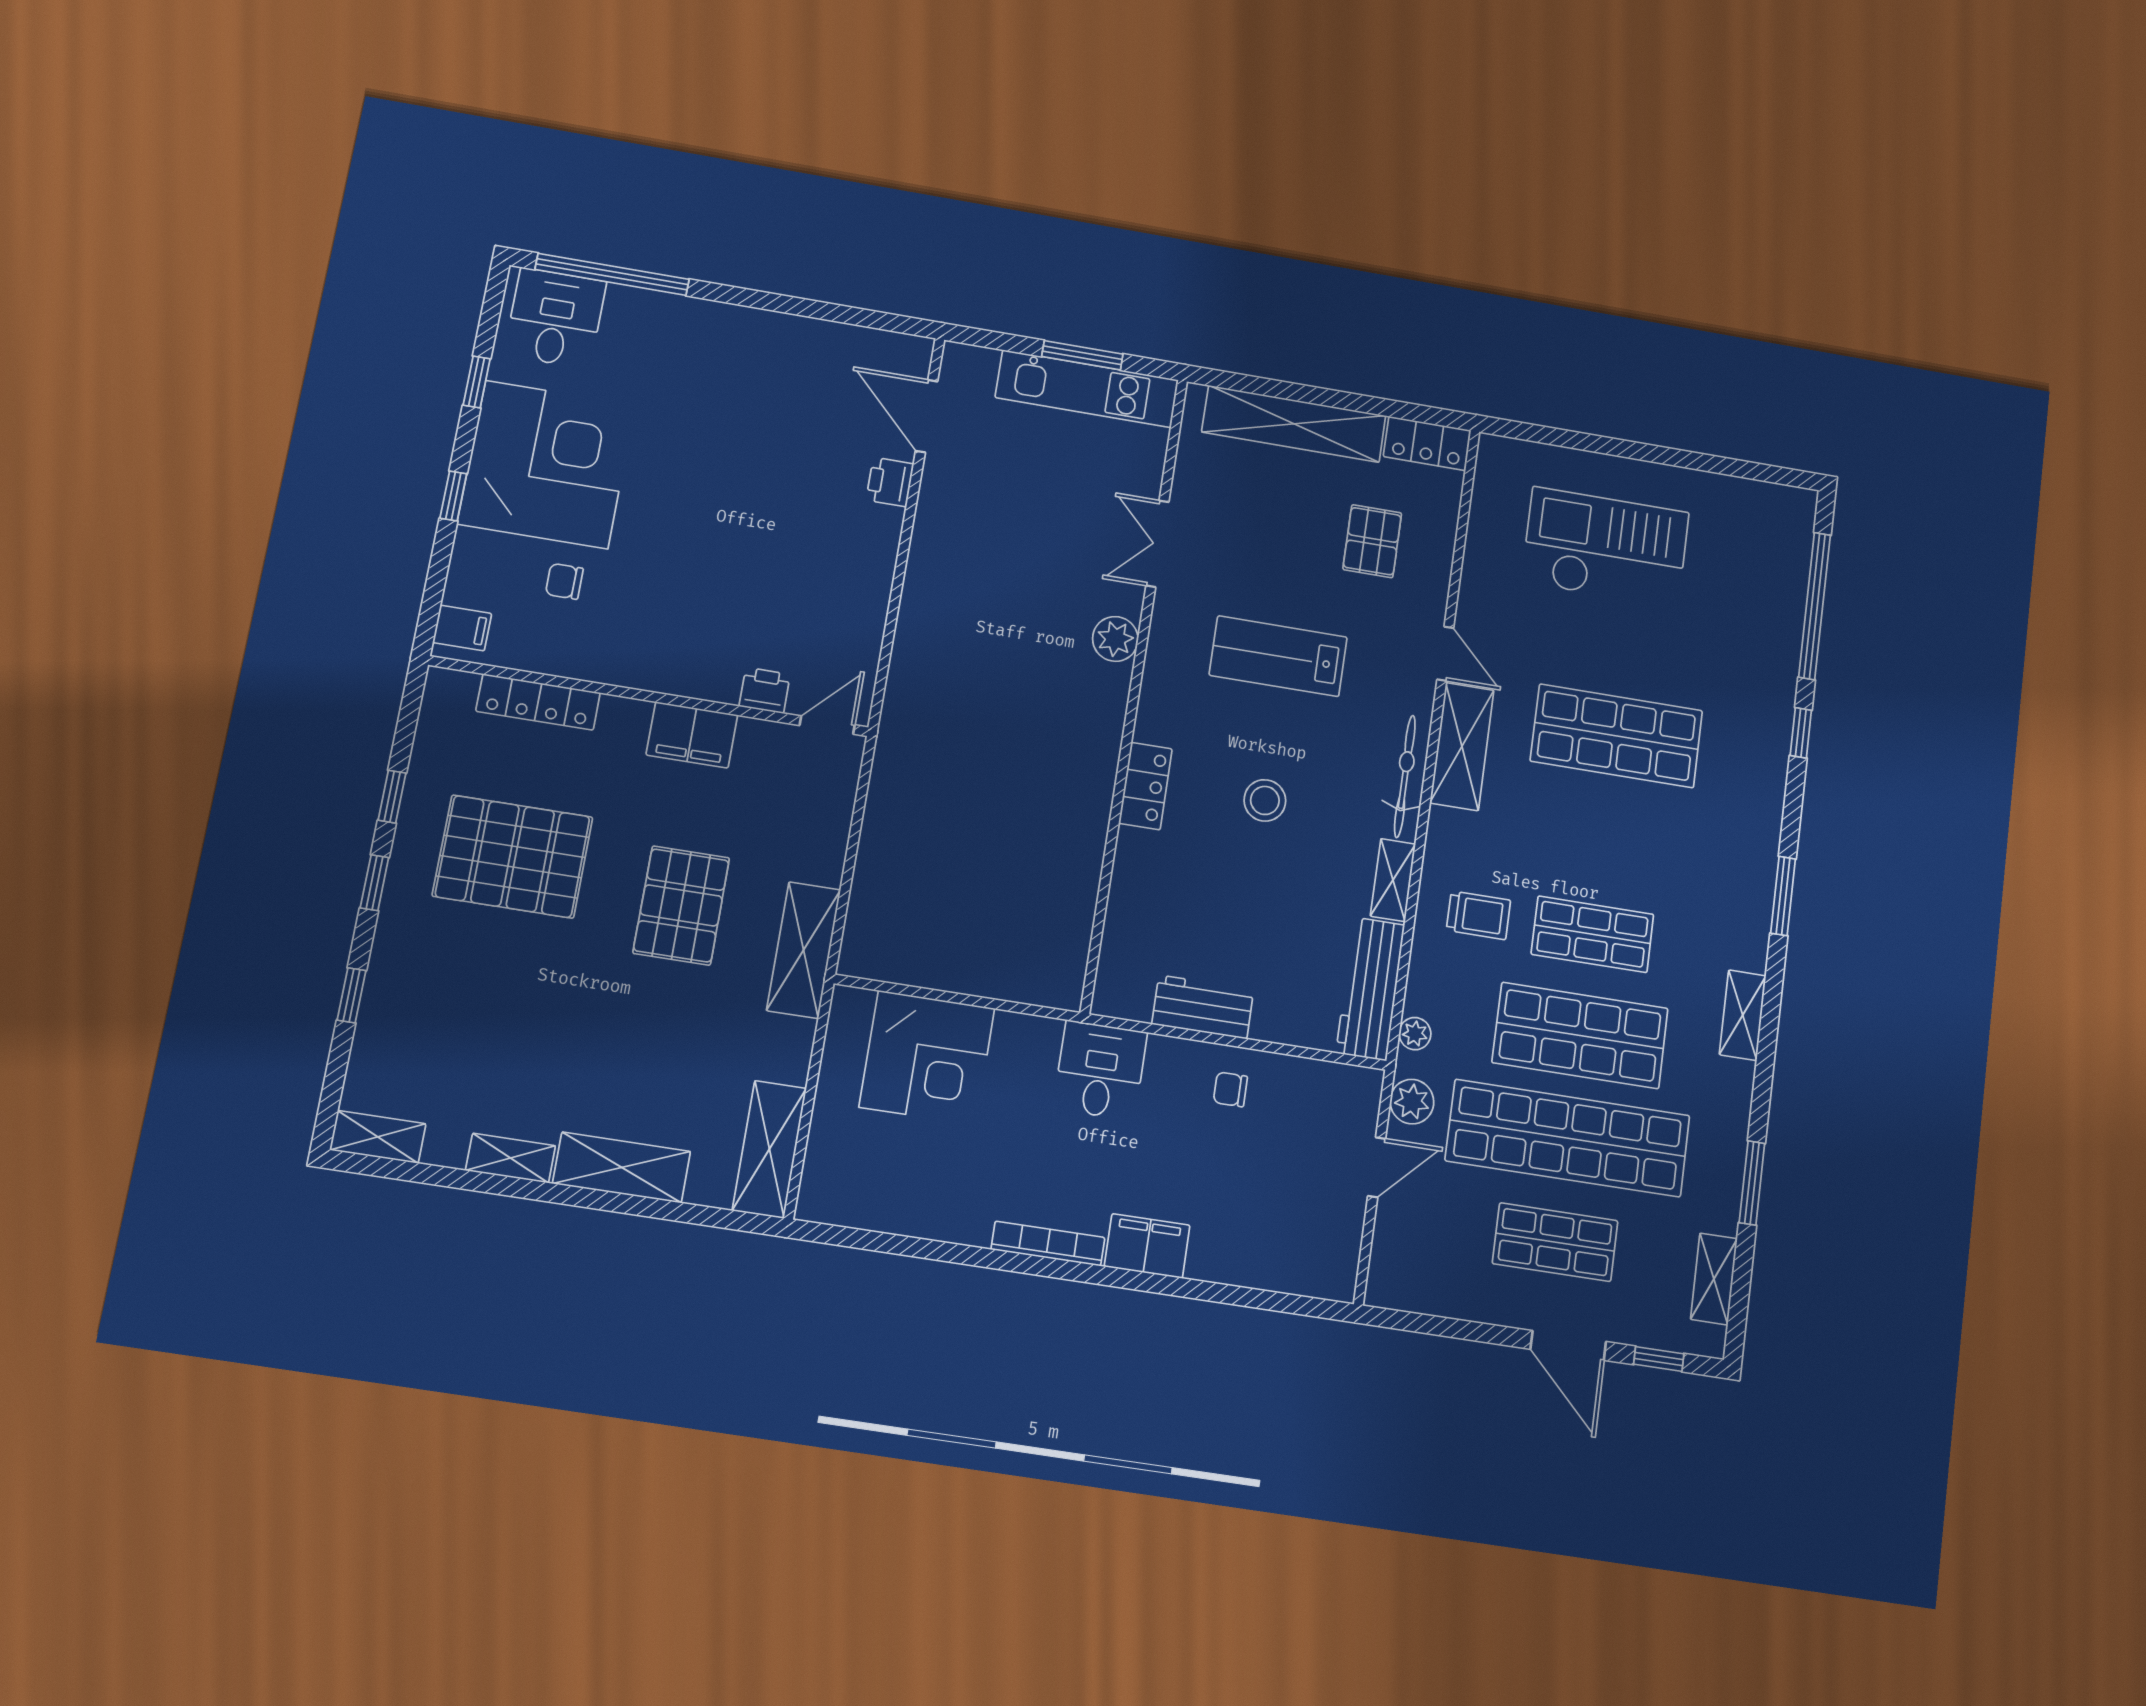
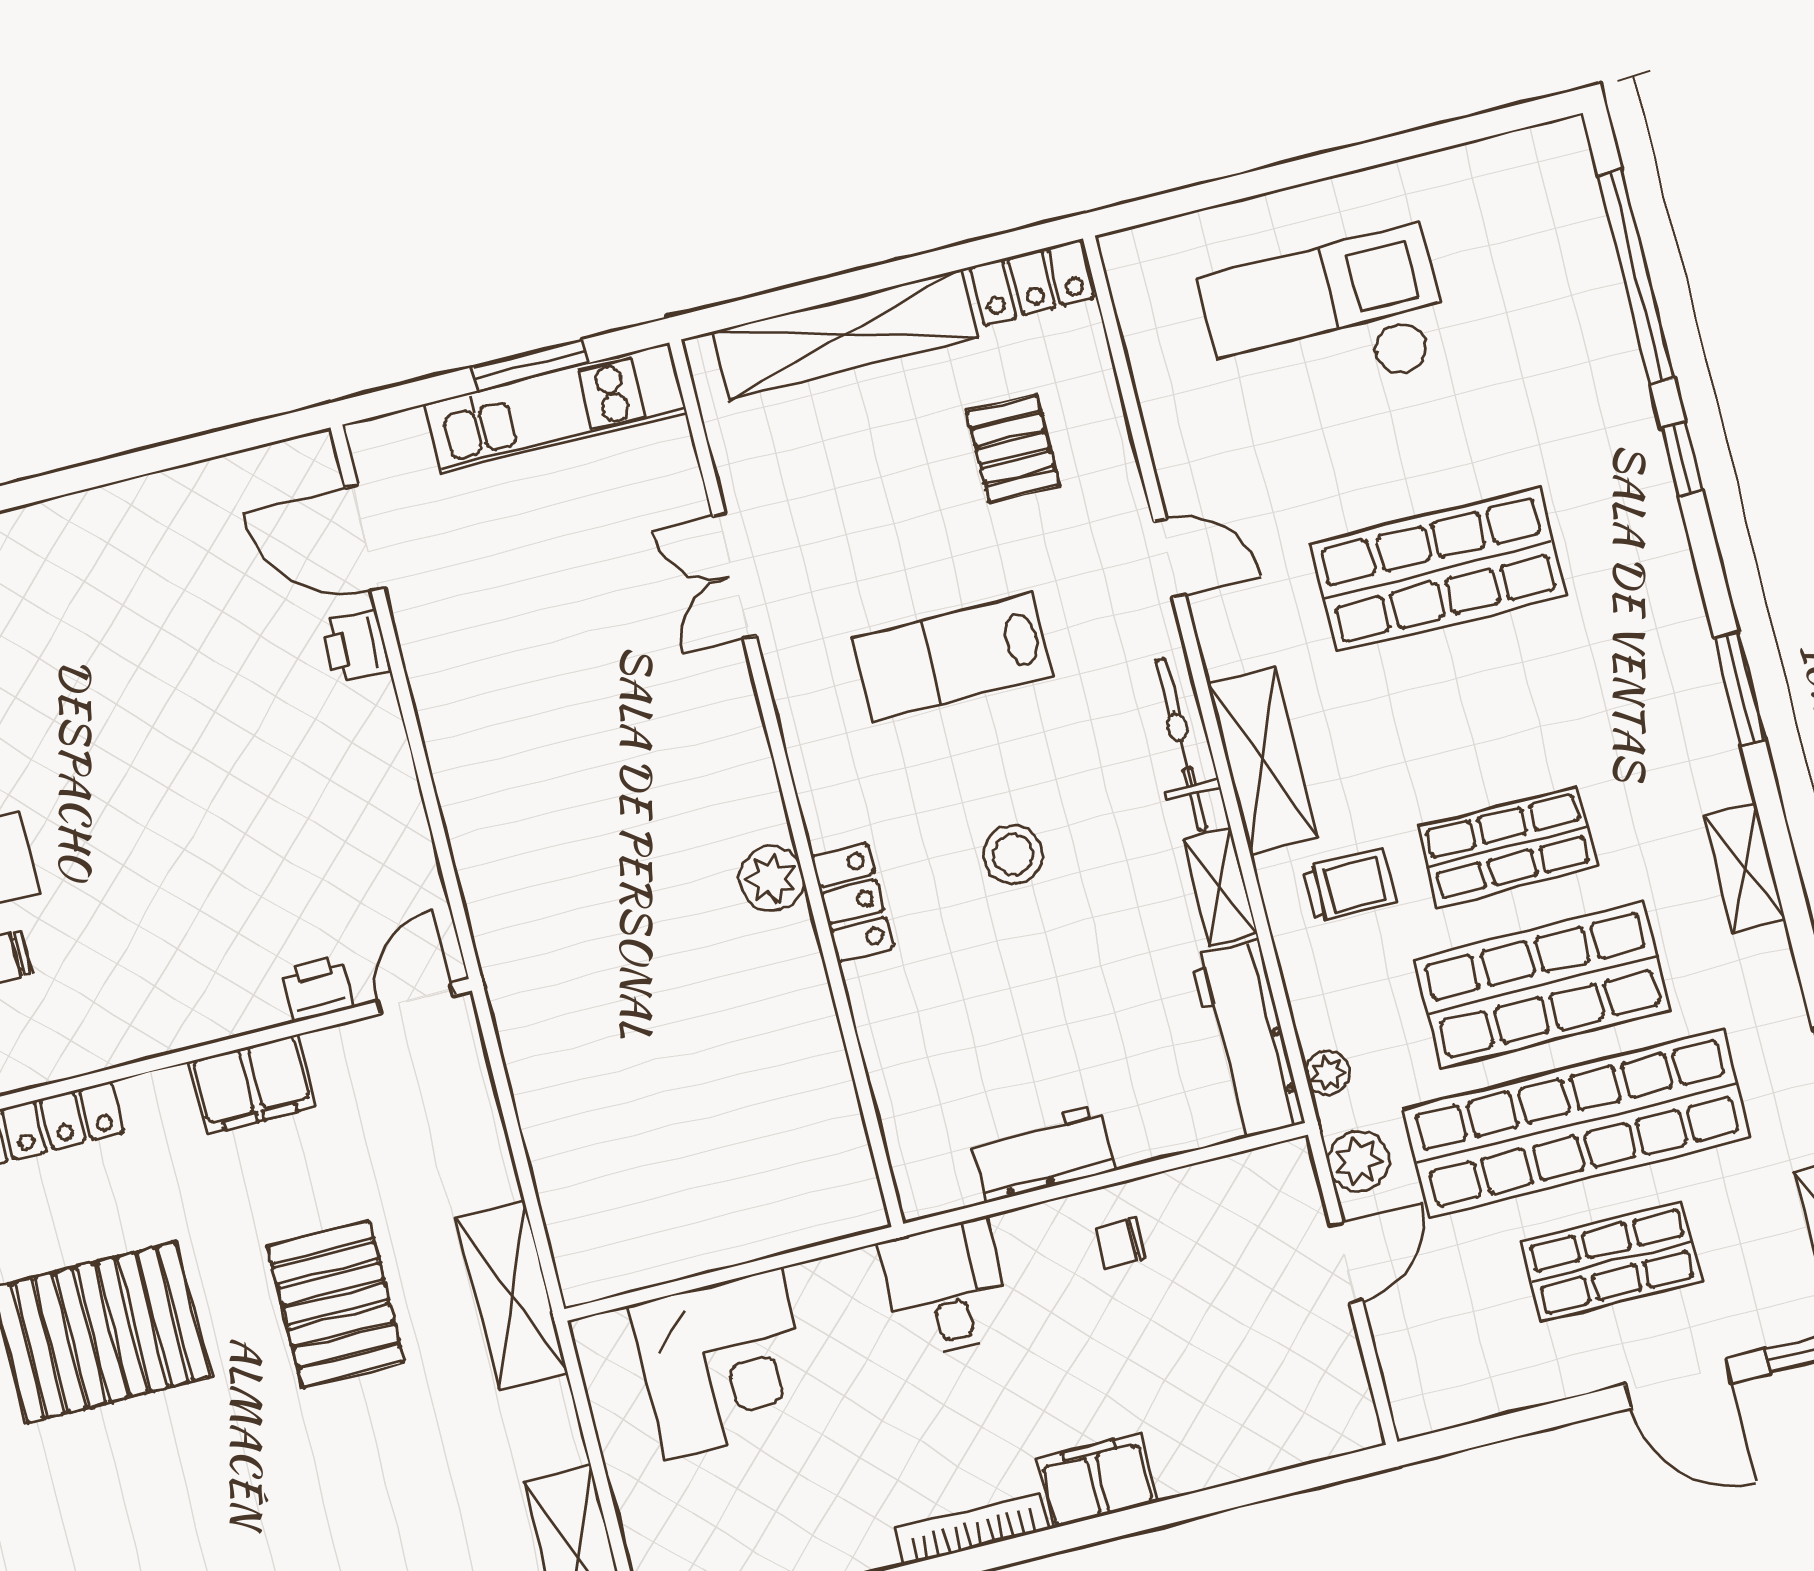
plant: (1115, 639) -> (771, 879), moved
shelving: (1462, 746) -> (1262, 761), moved

